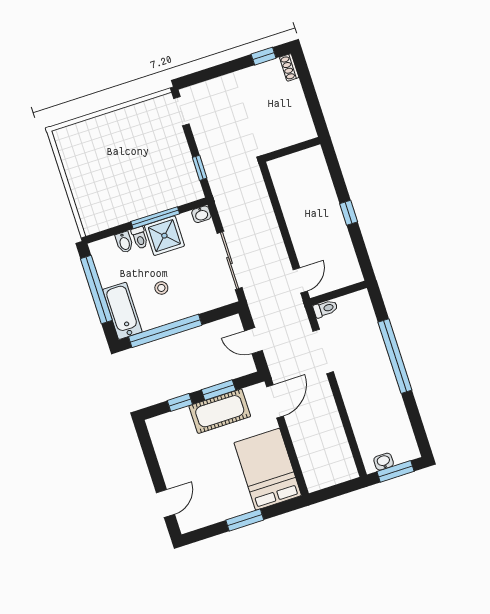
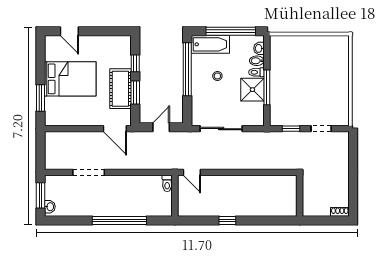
window: (264, 56) -> (353, 197), removed
doorway: (181, 111) -> (321, 129), moved
wall: (292, 149) -> (300, 196), moved
washbasin: (201, 214) -> (259, 48), moved
doorway: (323, 351) -> (89, 172), moved
washbasin: (384, 462) -> (50, 207), moved
bed: (268, 469) -> (70, 79), moved
window: (245, 520) -> (41, 98), moved

